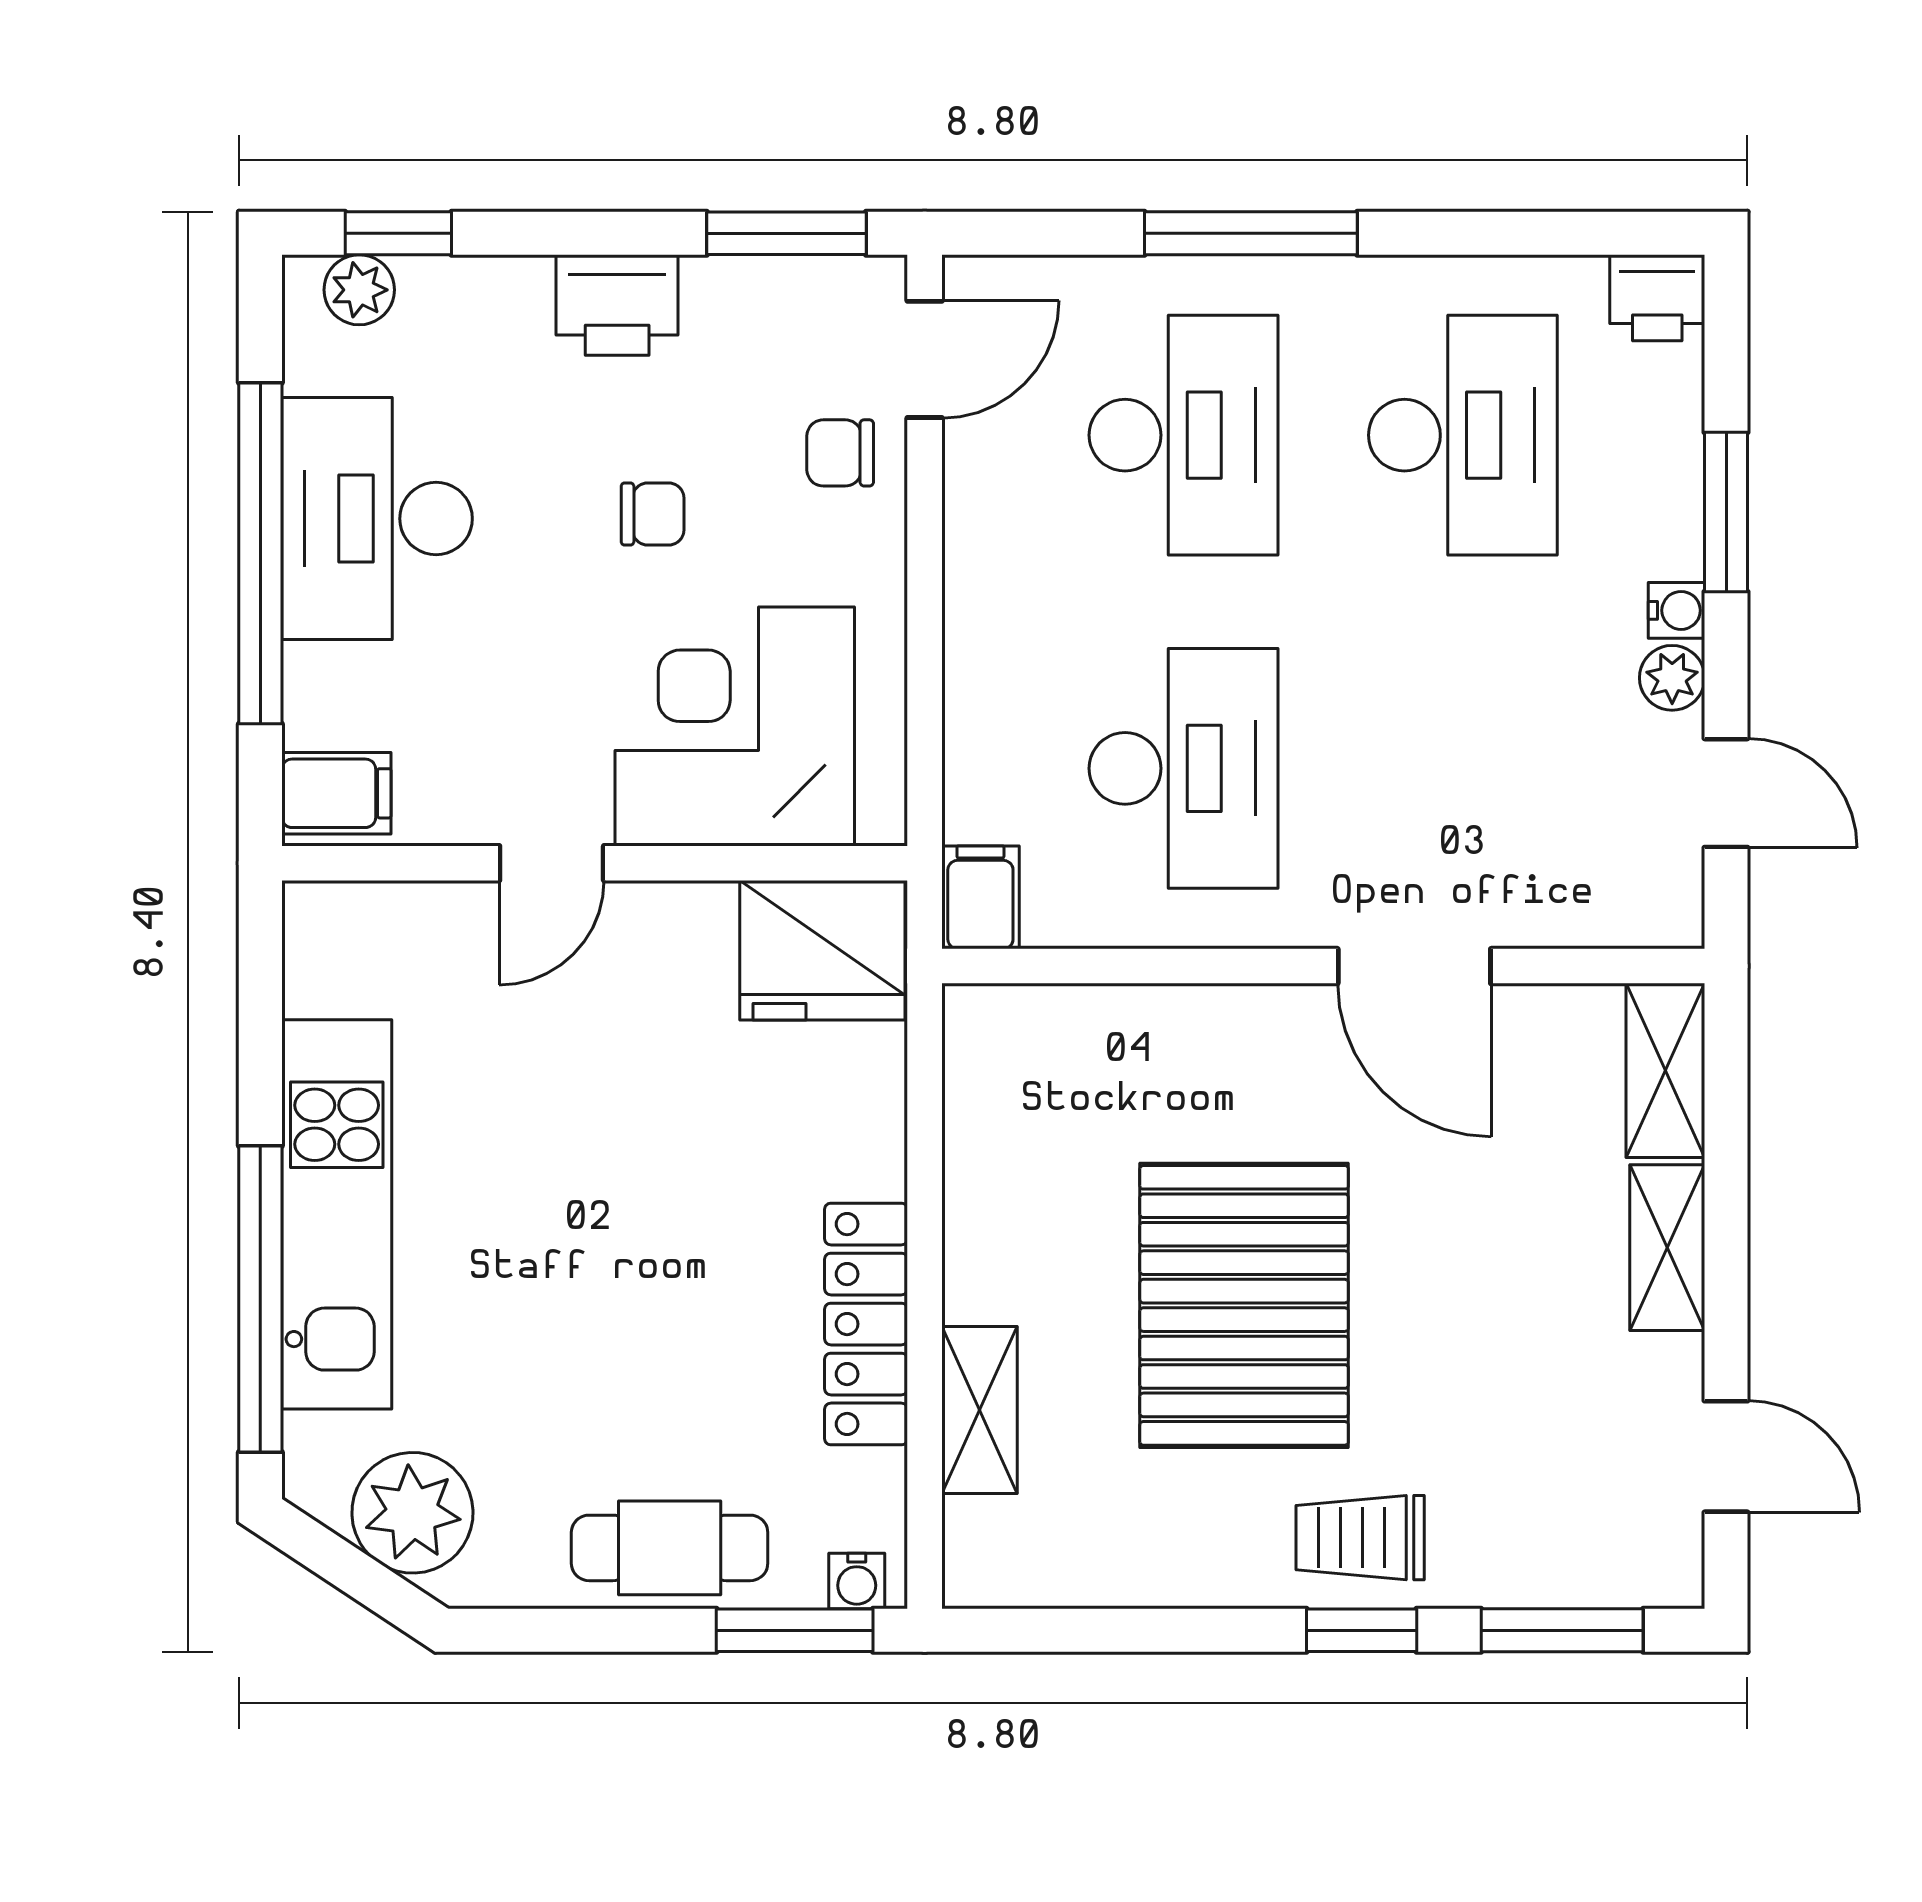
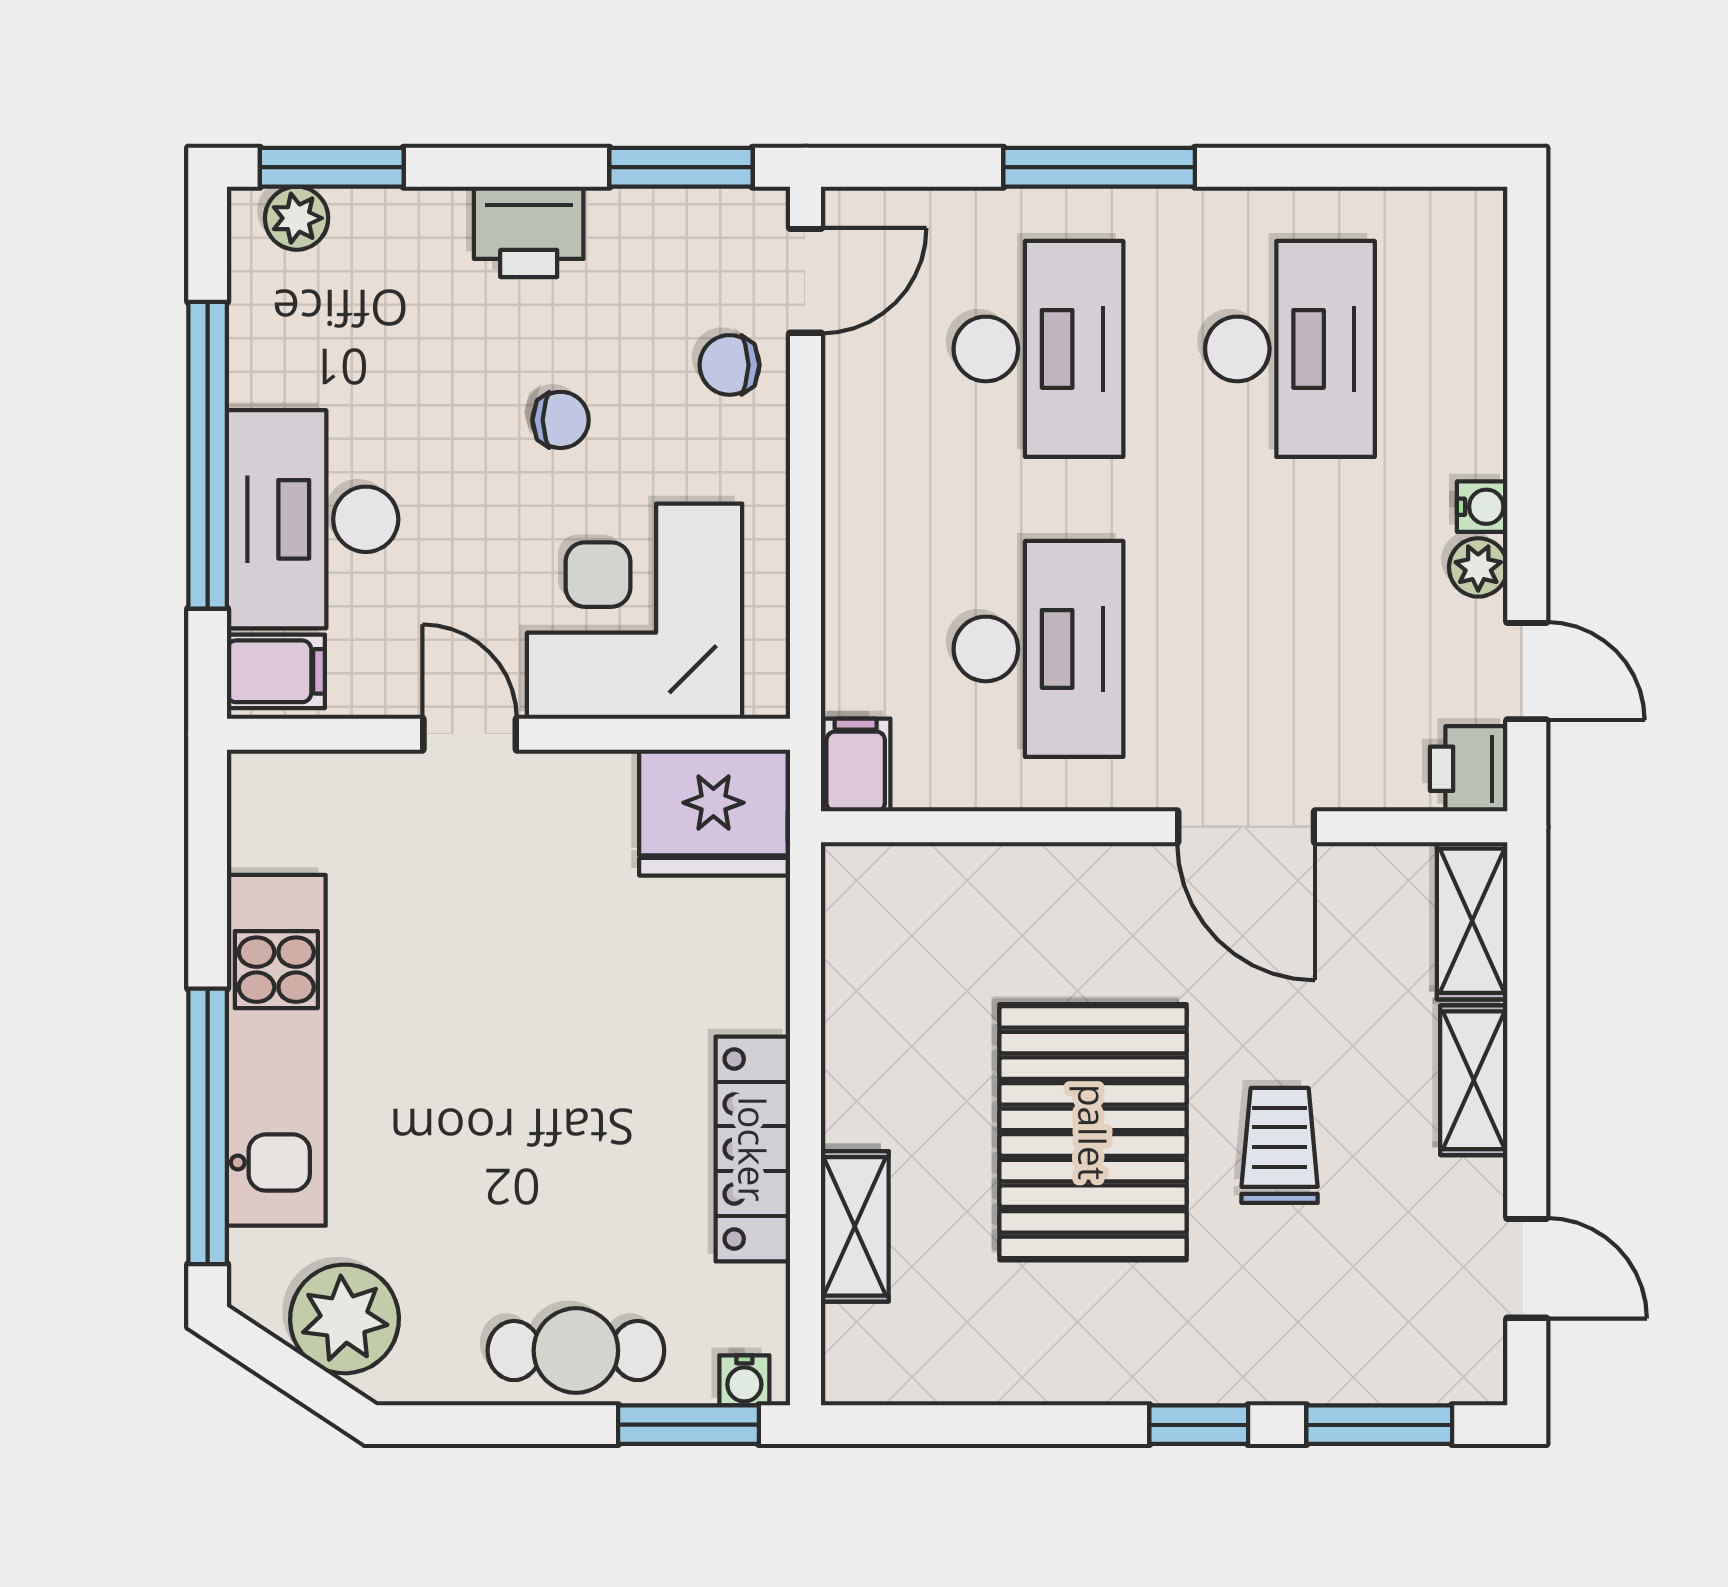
window: (398, 233) -> (332, 167), width x1.50
printer: (1657, 298) -> (1469, 769), moved, turned 90
window: (1726, 512) -> (1527, 418), removed
desk: (377, 519) -> (313, 519), moved
door: (552, 863) -> (470, 734), swing flipped
trolley: (1360, 1538) -> (1280, 1145), moved, turned 90

